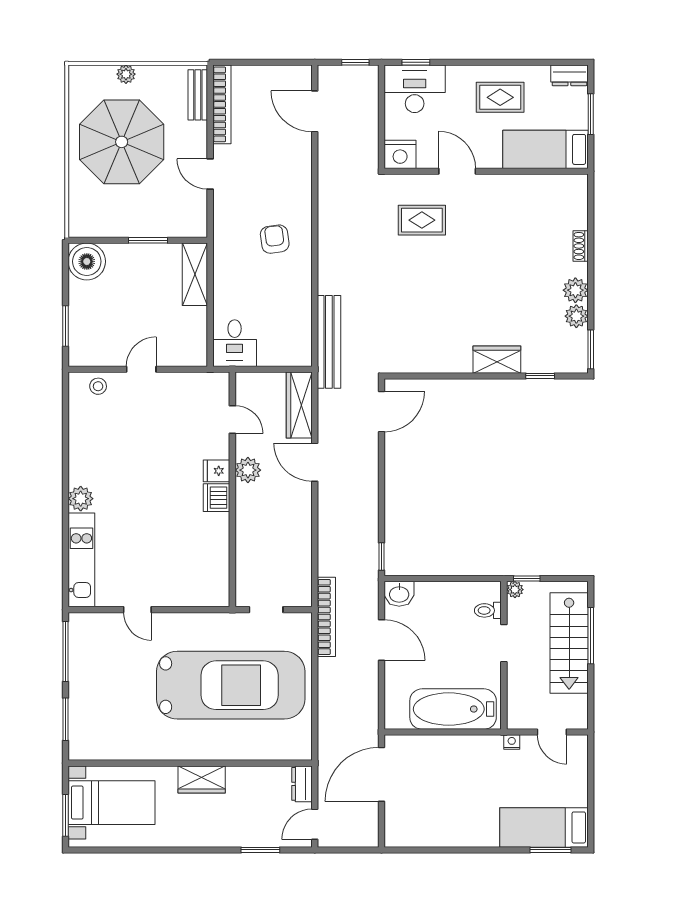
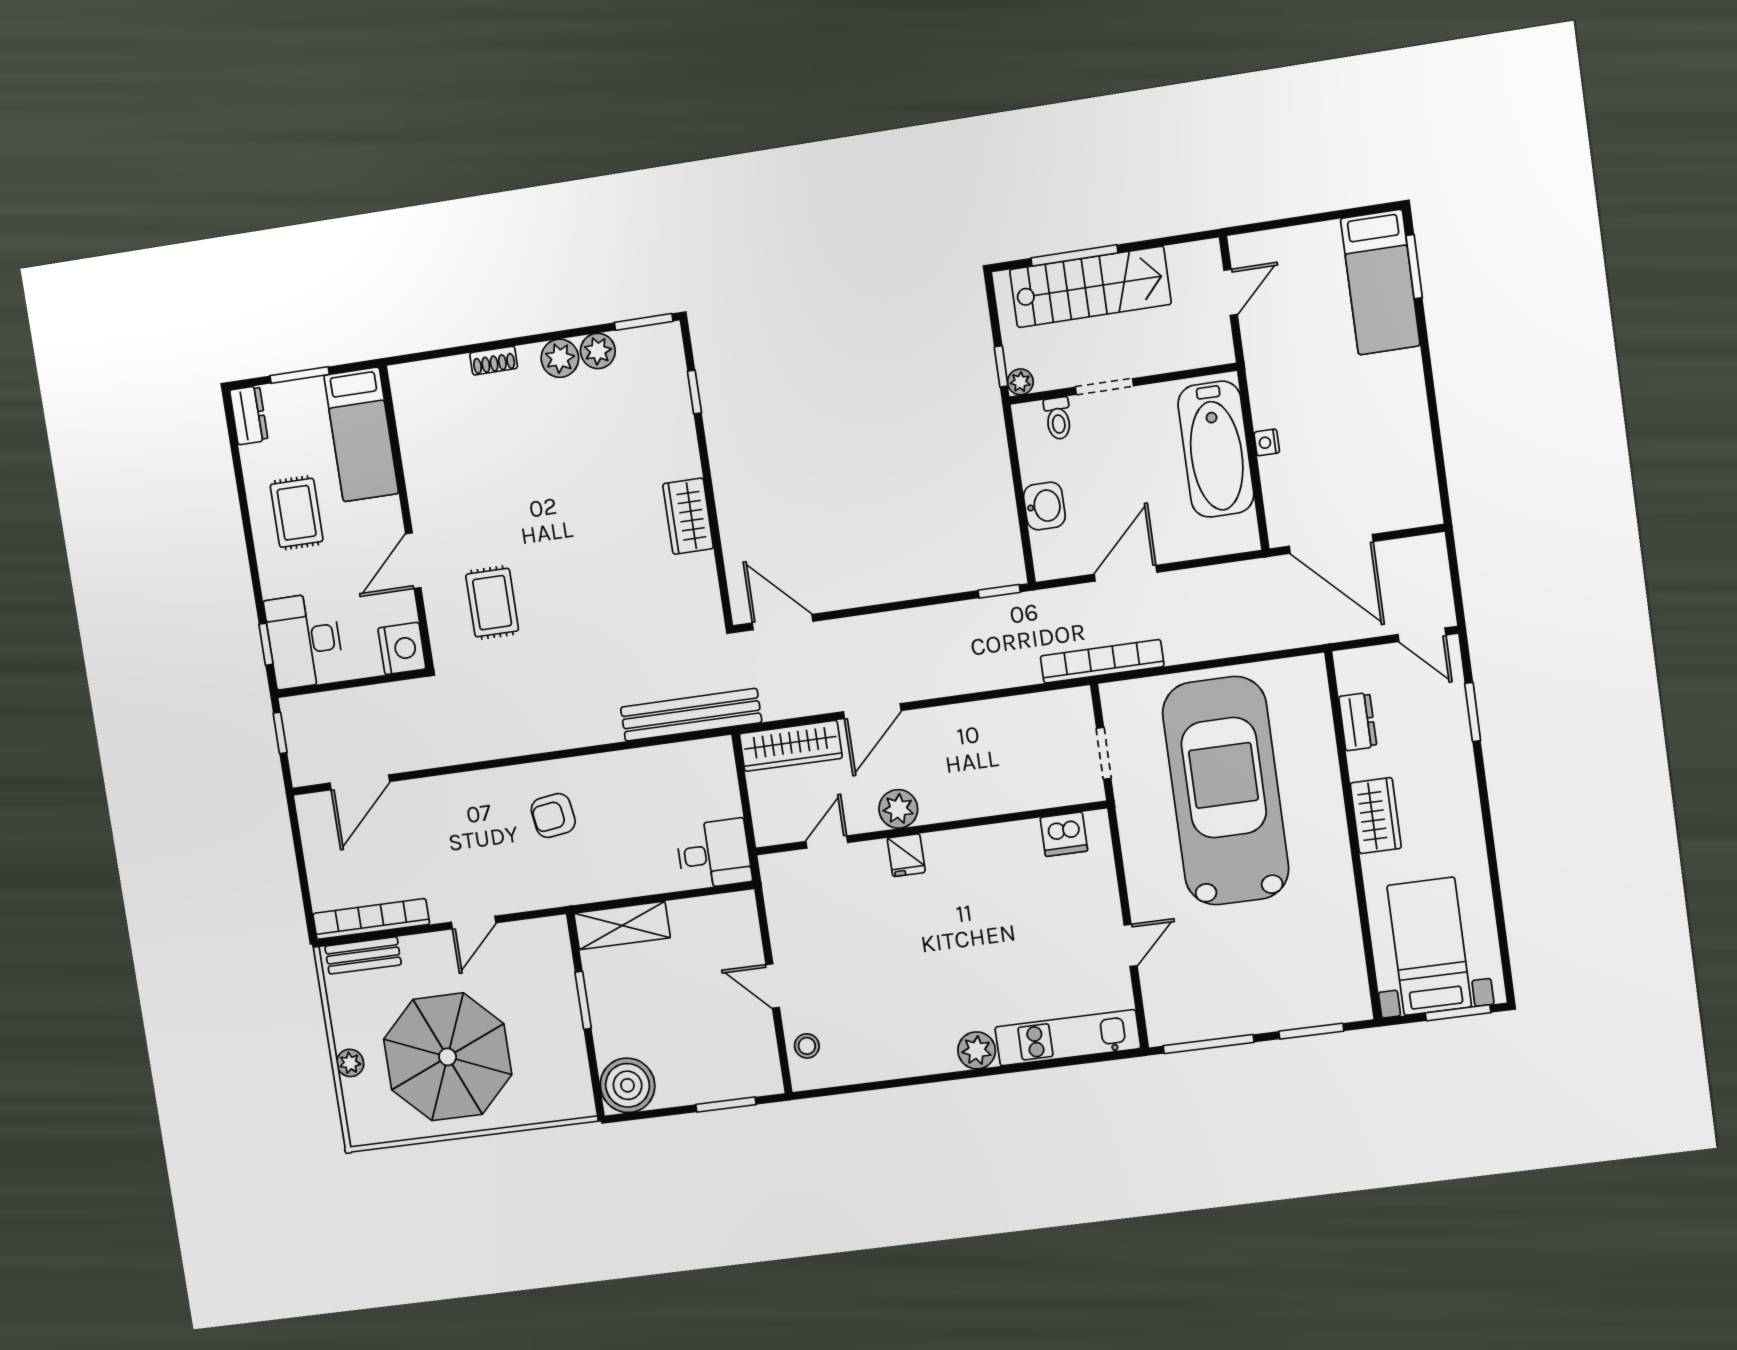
wardrobe: (497, 360) -> (688, 516), moved
dishwasher: (217, 498) -> (1064, 834), moved
washbasin: (399, 594) -> (1044, 506), moved
nightstand: (512, 742) -> (1267, 442), moved
dresser: (302, 784) -> (1358, 722), moved, turned -90

